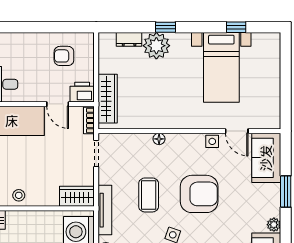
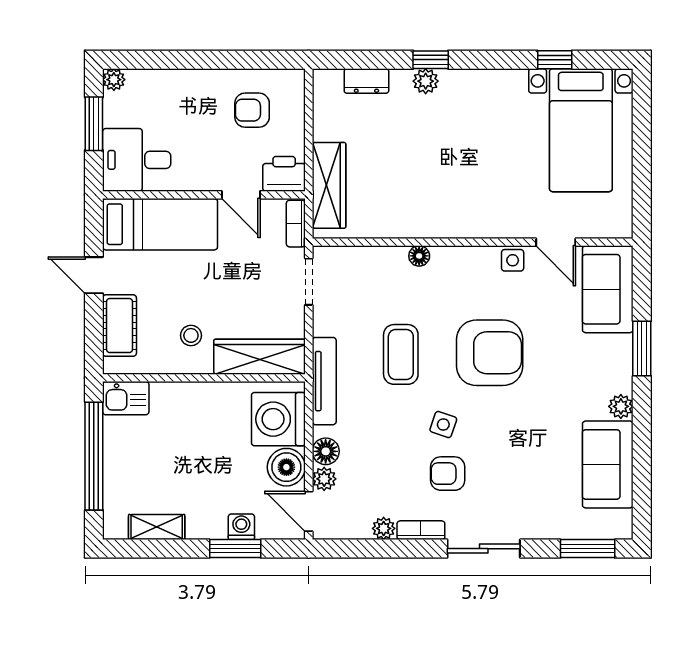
plant: (156, 46) -> (426, 81), width x0.53, depth x0.53
bed with nightstands: (221, 67) -> (581, 130), moved
stool: (19, 195) -> (191, 335), moved
wardrobe: (77, 196) -> (260, 357), width x1.50

